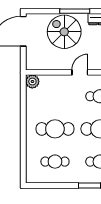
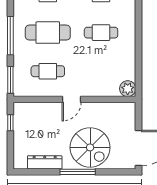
cafe table: (55, 129) -> (101, 33), width x0.73, depth x0.74

